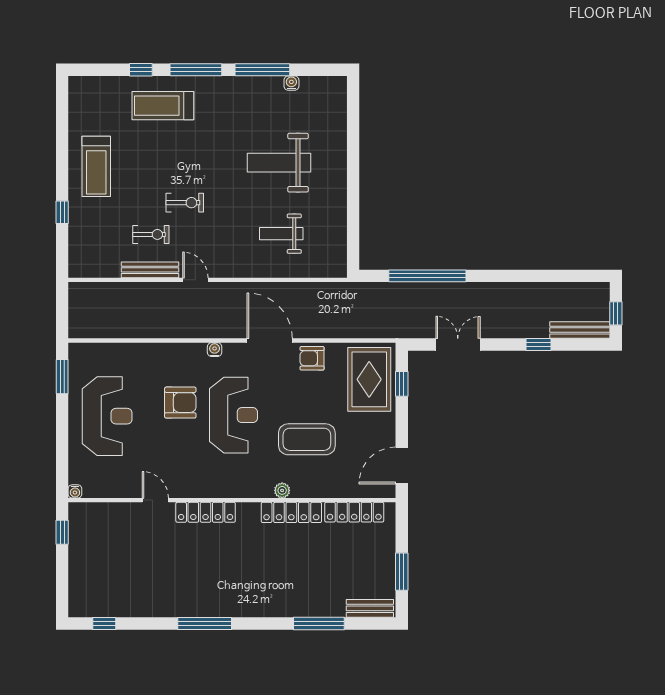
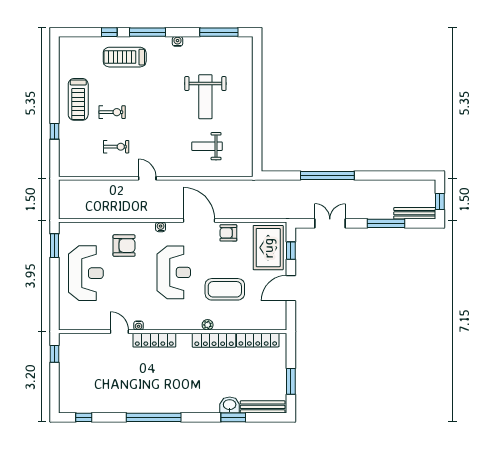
window: (262, 70) -> (219, 32), moved
water cooler: (291, 83) -> (178, 41), moved
weight bench: (279, 163) -> (205, 97), turned -90
exercise bike: (185, 203) -> (112, 112), moved
bench: (150, 270) -> (116, 171), removed
window: (427, 276) -> (327, 176), moved
window: (538, 345) -> (386, 223), width x2.17
armchair: (180, 403) -> (124, 246), moved
door: (402, 466) -> (291, 288), moved
water cooler: (75, 491) -> (139, 326), moved
washbasin: (314, 606) -> (230, 405), added
bench: (370, 608) -> (263, 407), width x1.36
window: (205, 623) -> (154, 417), width x1.46
window: (319, 623) -> (233, 417), width x0.69

